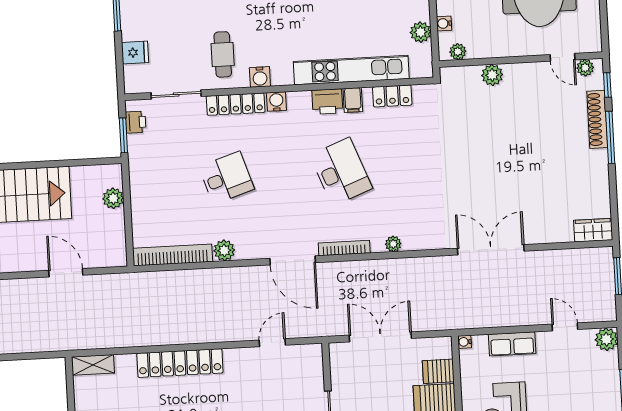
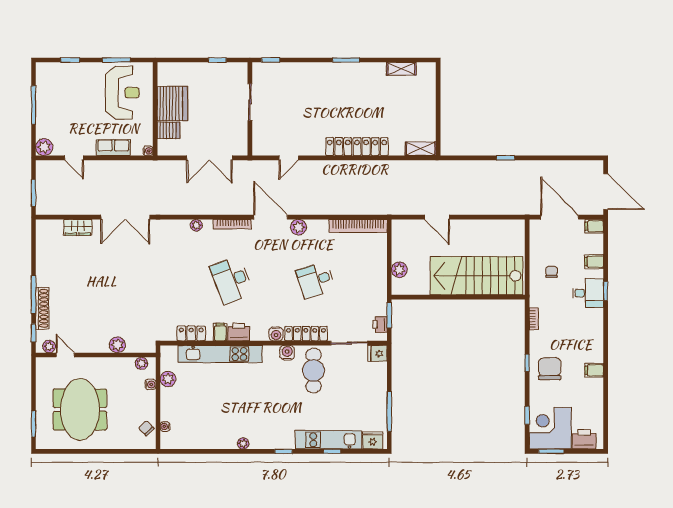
fridge: (135, 53) -> (377, 353), moved
cafe table: (223, 54) -> (314, 370), width x1.37, depth x1.35
wardrobe: (593, 230) -> (78, 227), moved
plant: (224, 250) -> (298, 227), moved

